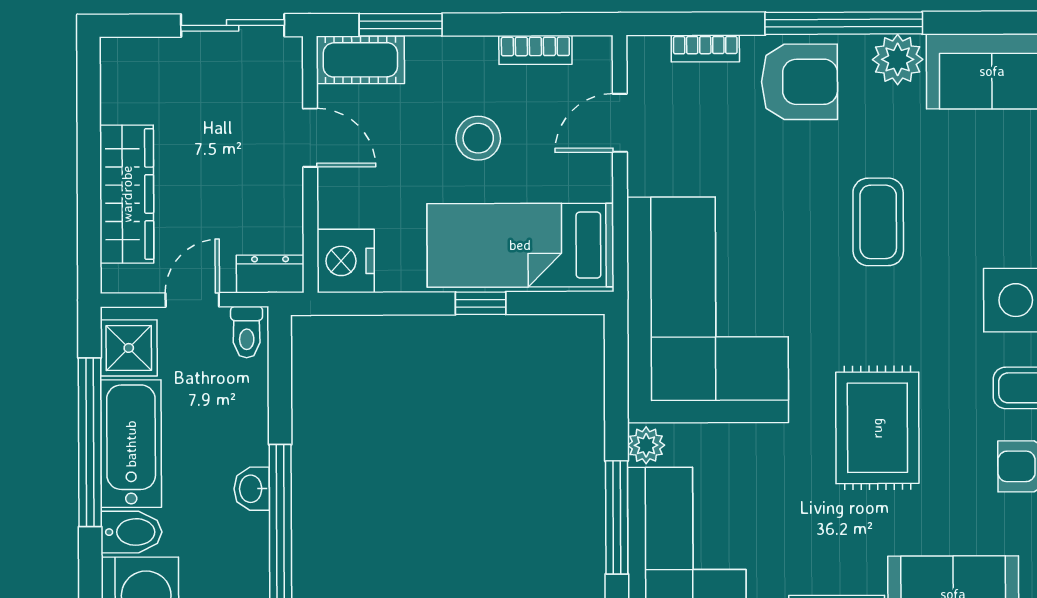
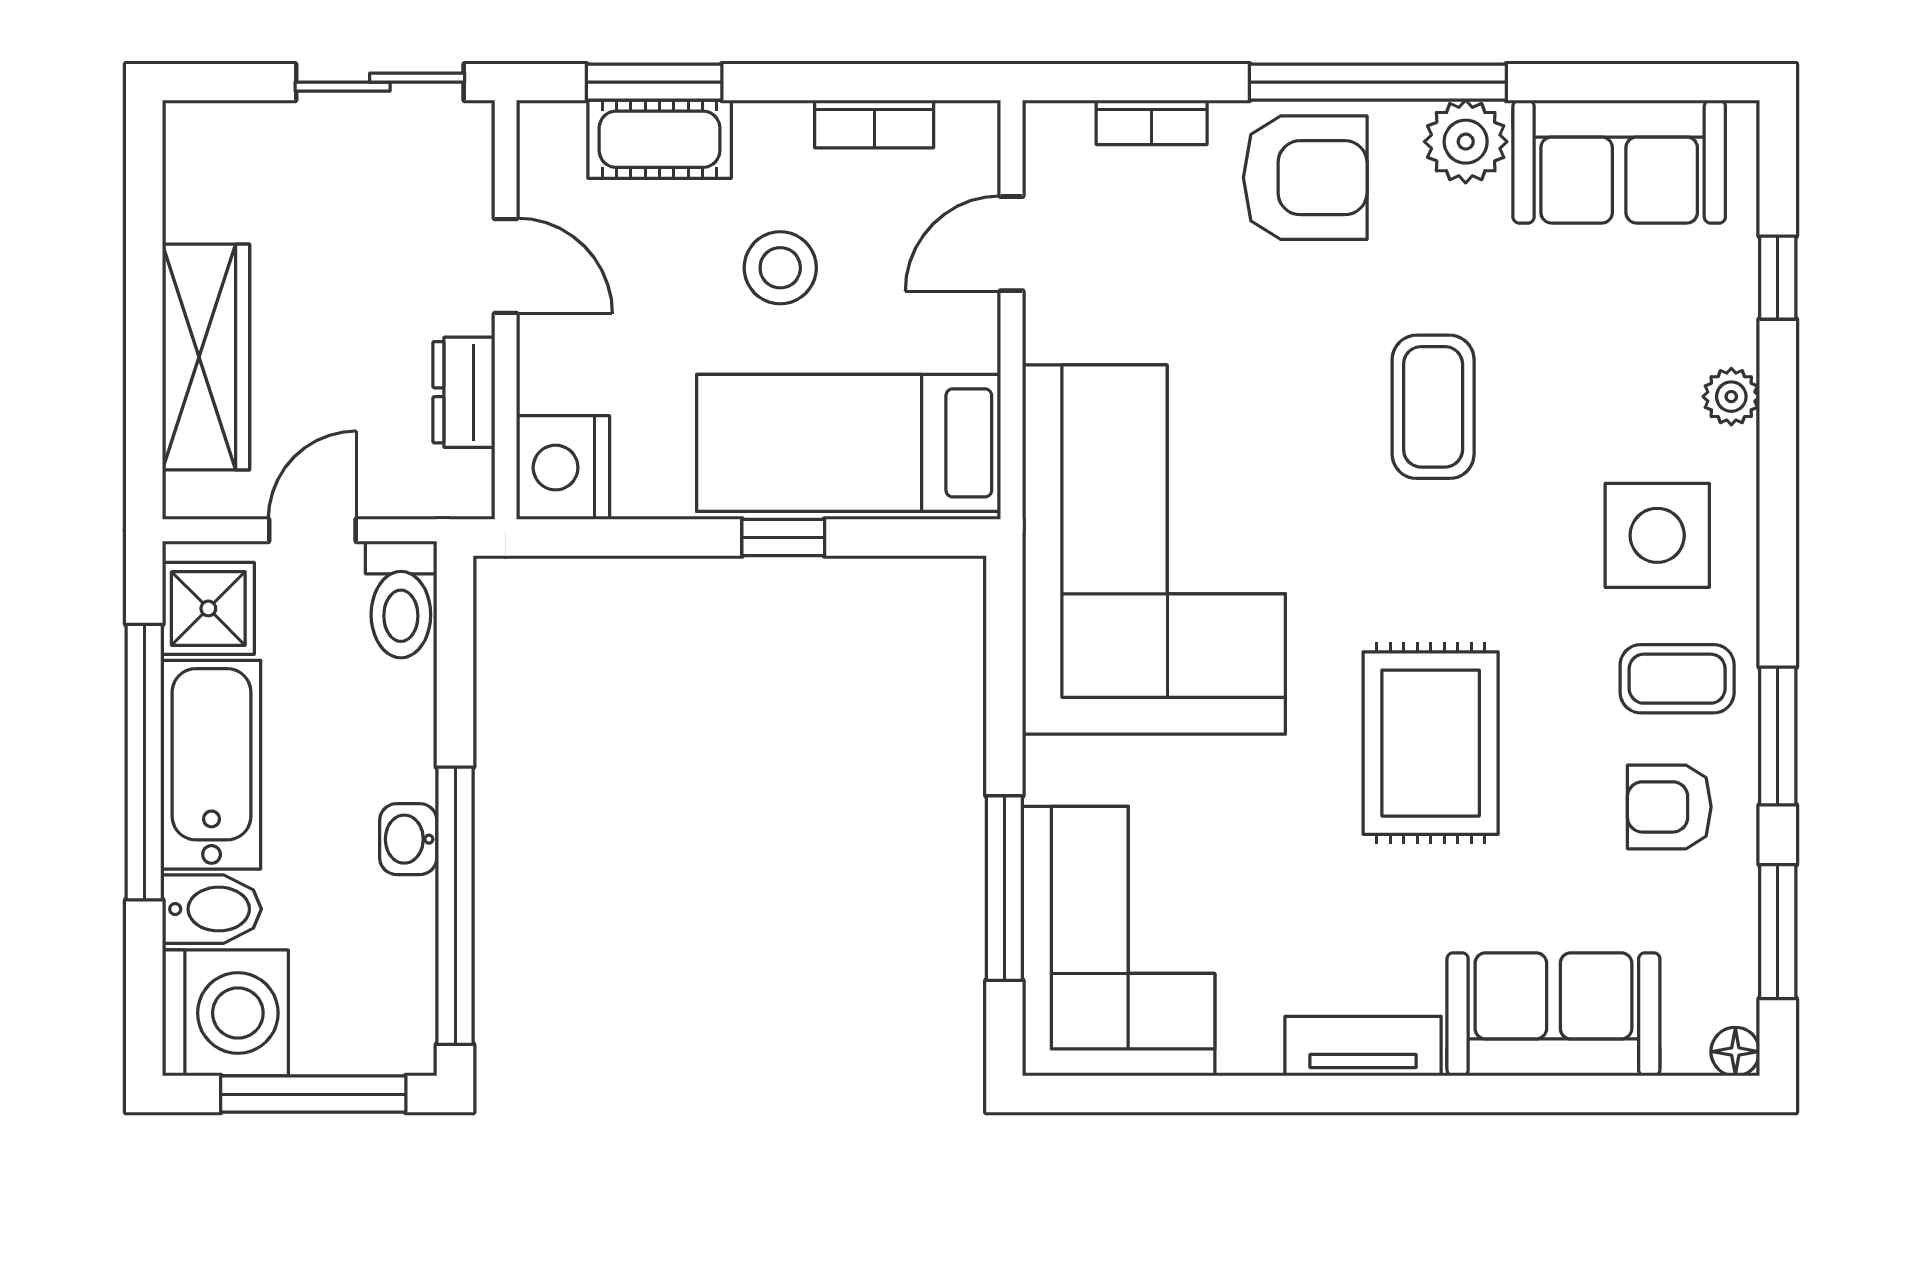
cot: (360, 60) -> (660, 139), moved
dresser: (270, 274) -> (464, 392), moved, turned -90
toilet: (247, 332) -> (401, 599), width x1.37, depth x1.39
plant: (646, 445) -> (1053, 770), removed

